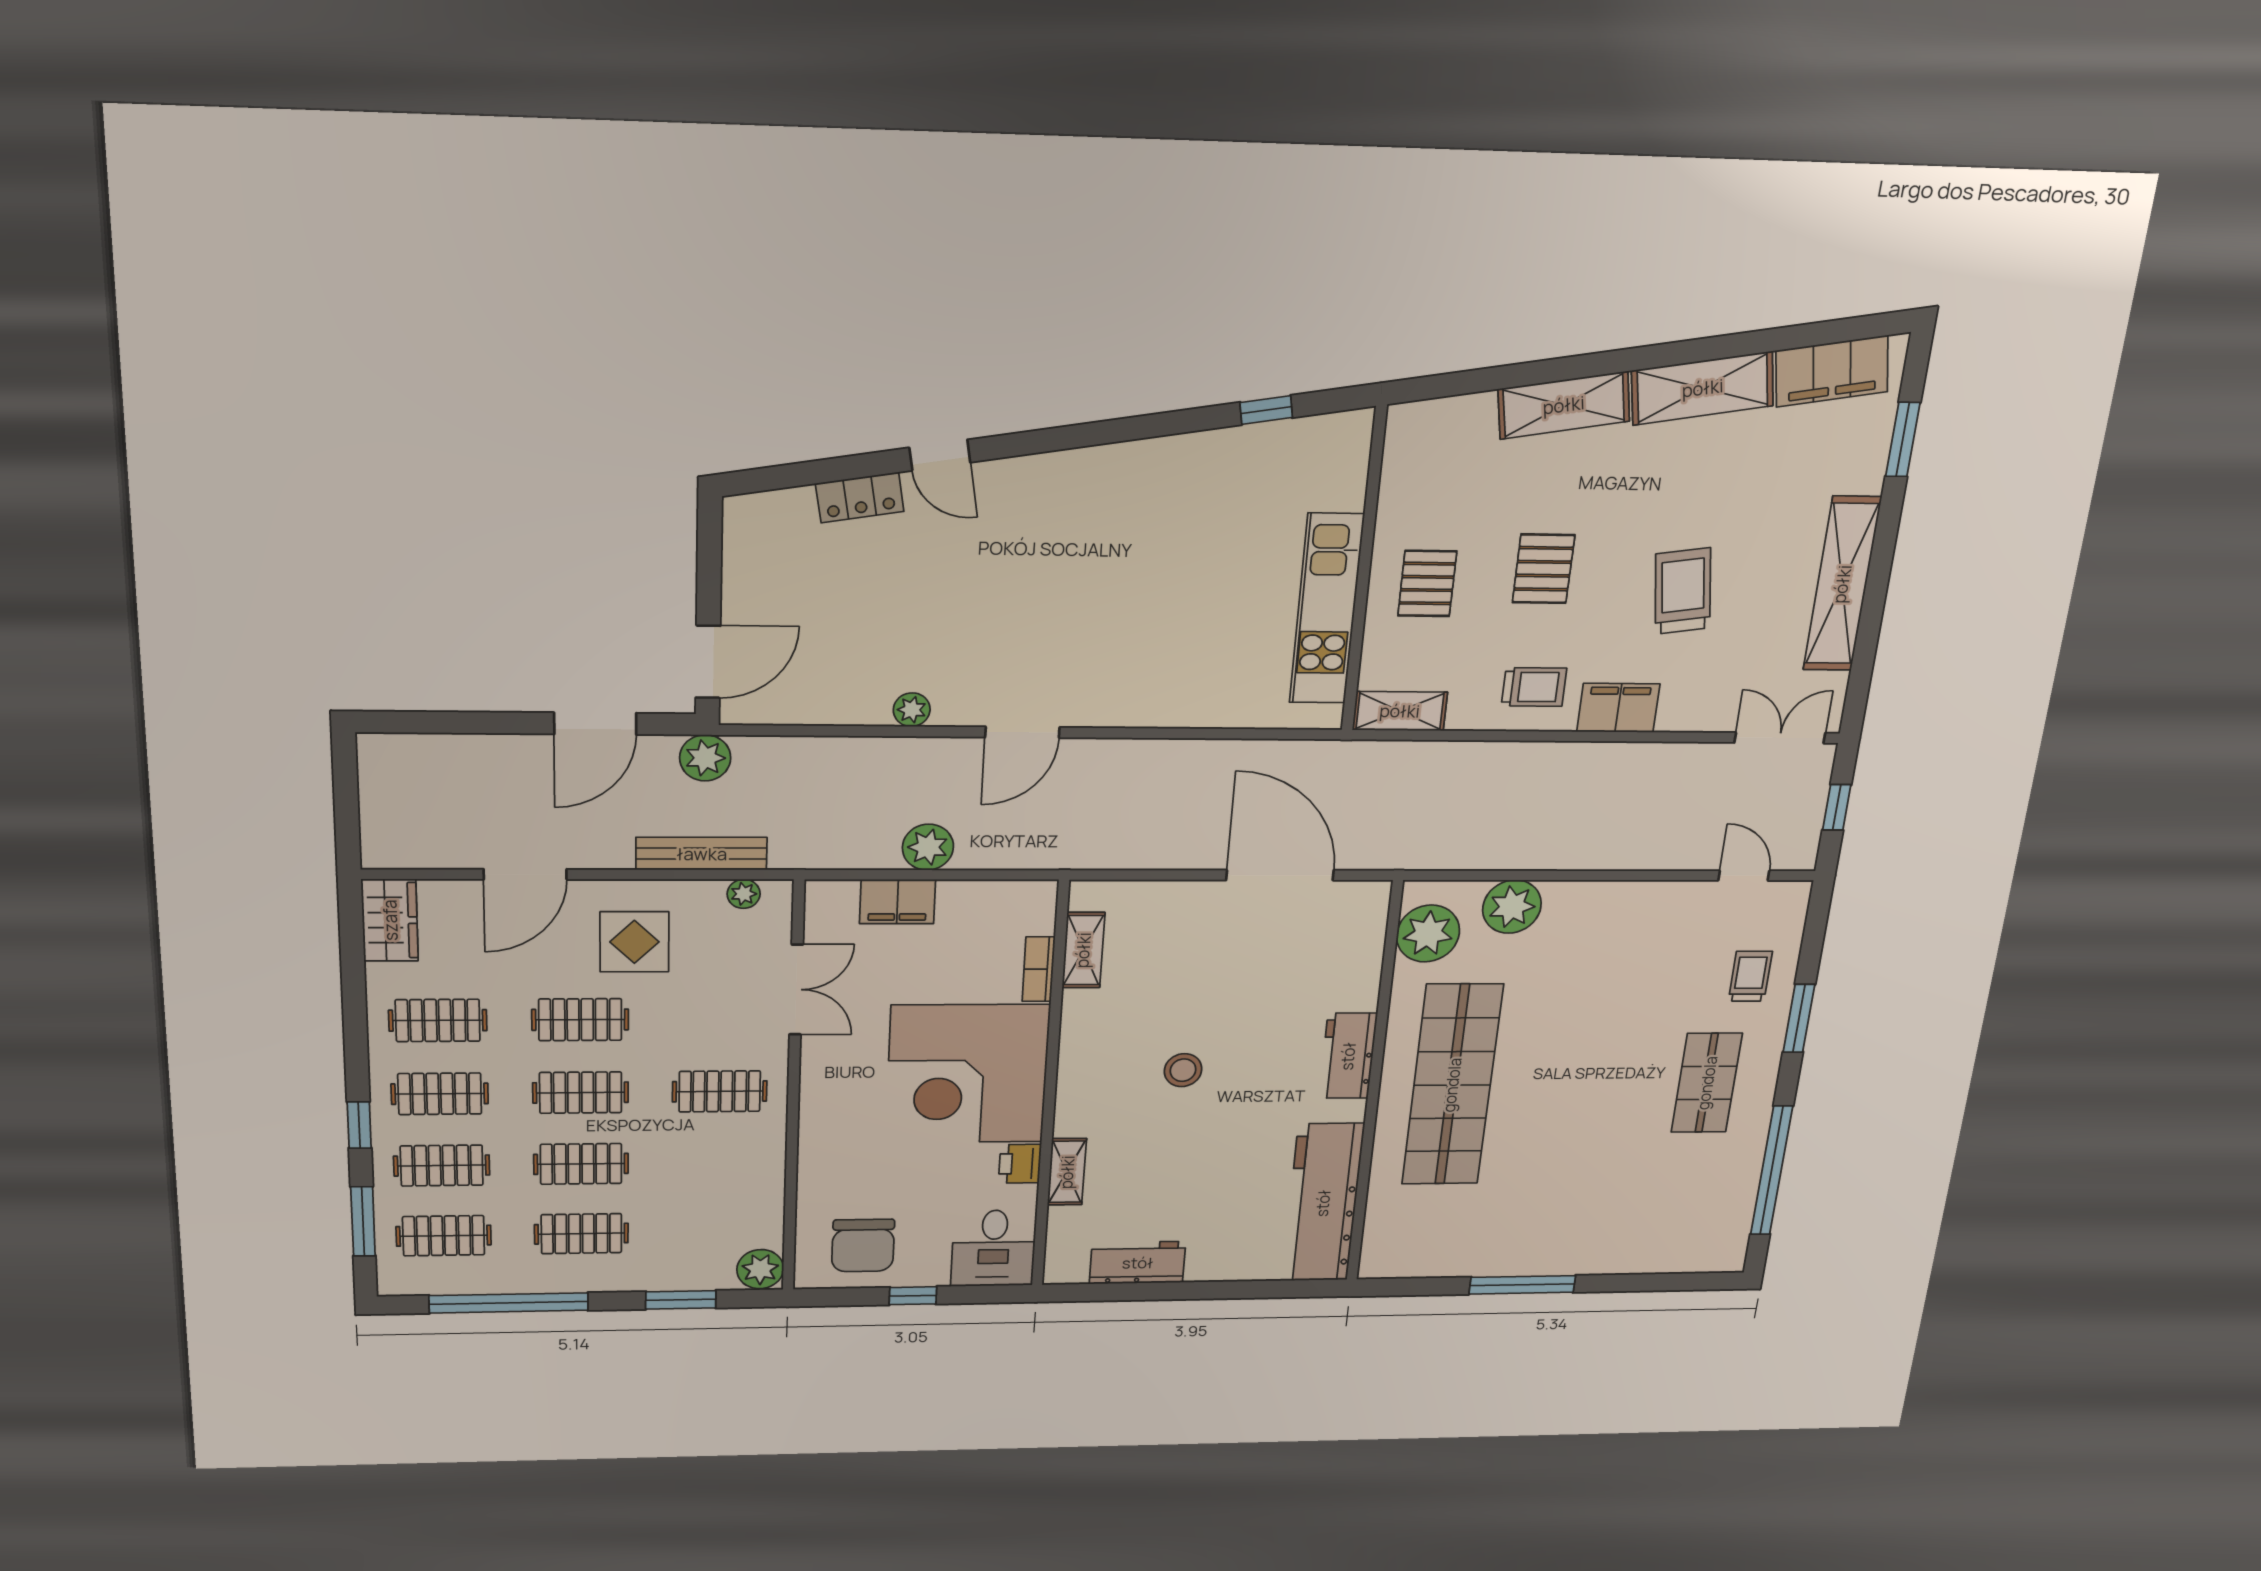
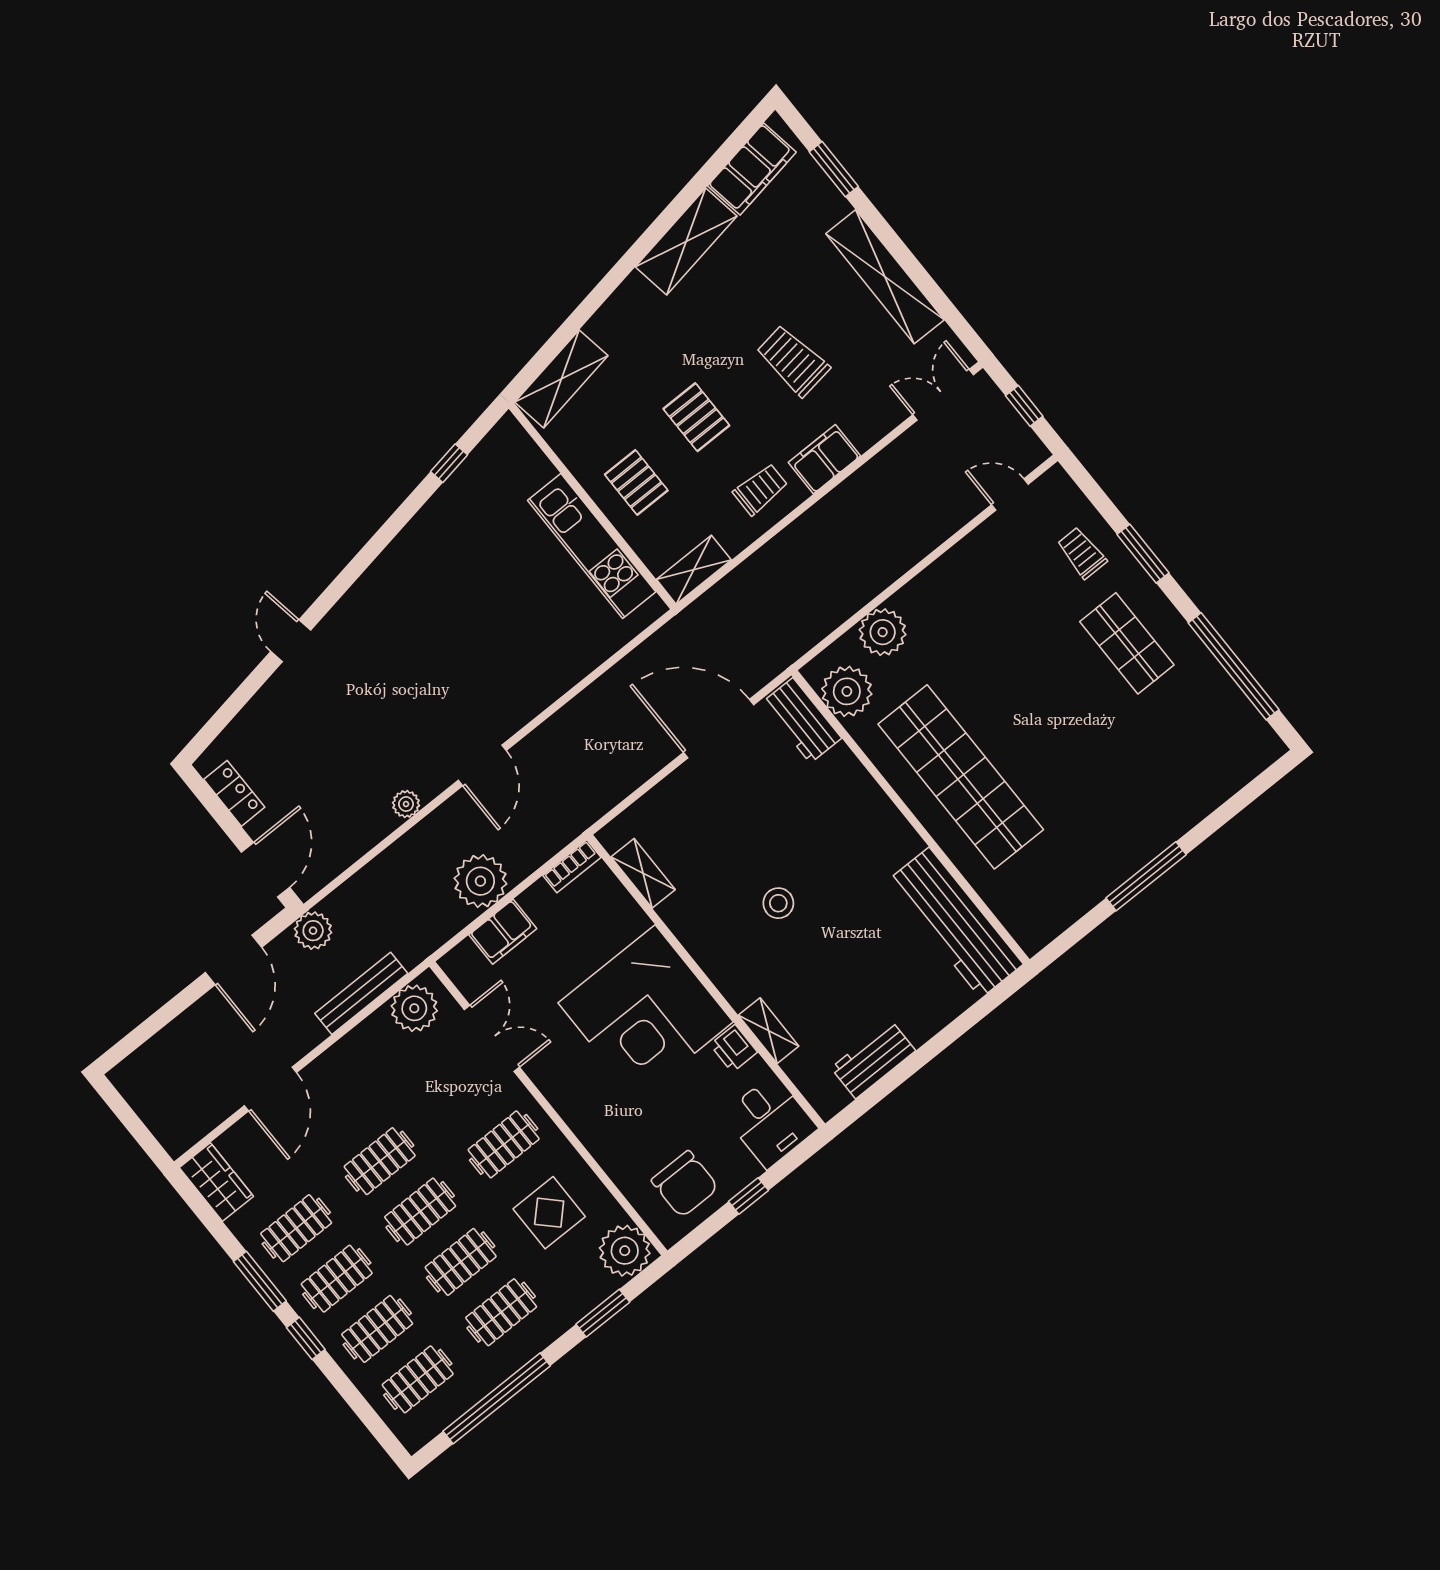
shelving: (1564, 405) -> (561, 379), moved
door: (940, 455) -> (291, 641), swing flipped
locker: (860, 497) -> (234, 793), moved, turned -81
plant: (928, 847) -> (480, 881), width x1.36, depth x1.36
plant: (744, 894) -> (414, 1008), width x1.87, depth x1.87
display table: (634, 942) -> (549, 1213), moved
bookcase: (1039, 969) -> (572, 866), moved, turned -90
workbench: (1348, 1056) -> (802, 720), moved
window: (363, 1221) -> (260, 1281), moved
plant: (760, 1269) -> (625, 1251), width x1.36, depth x1.36

